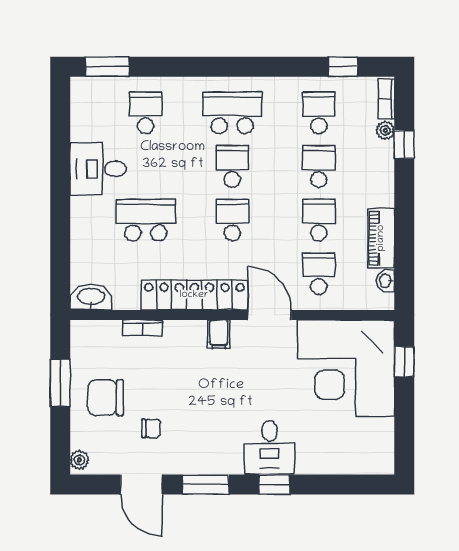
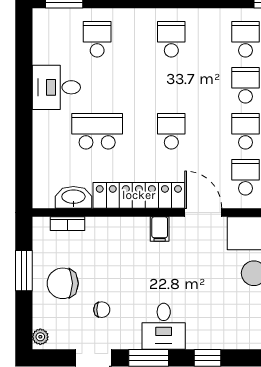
school desk: (232, 113) -> (171, 39), width x0.54
school desk: (232, 166) -> (171, 85), removed
washbasin: (91, 297) -> (73, 197), moved
bookcase: (143, 328) -> (68, 224), moved
desk: (269, 448) -> (164, 326), moved

